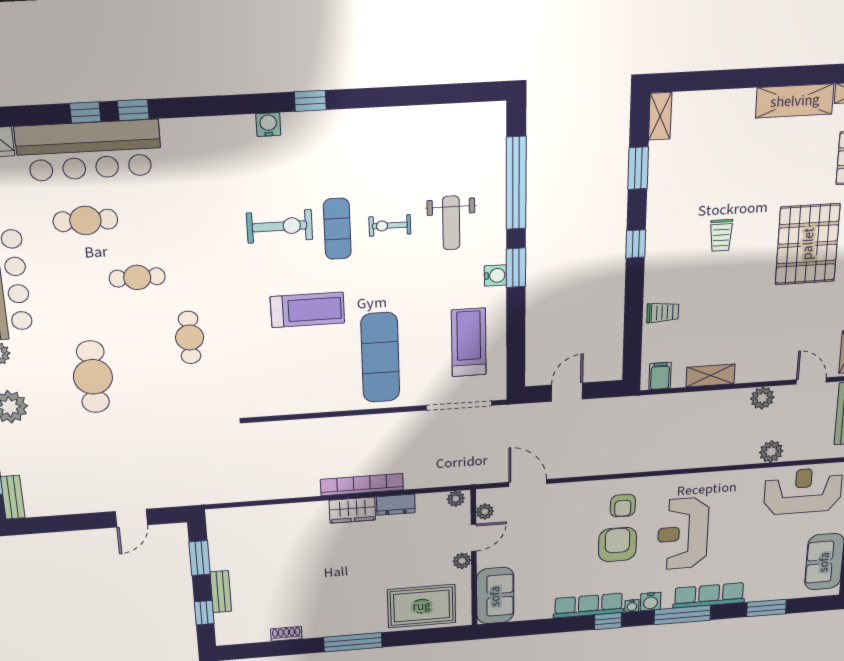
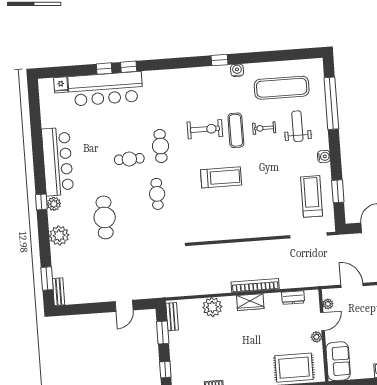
water cooler: (268, 125) -> (237, 70), moved
cafe table: (85, 220) -> (160, 146), moved, turned 90
weight bench: (451, 223) -> (297, 126), turned 180
window: (516, 268) -> (338, 191), moved
exercise mat: (380, 358) -> (282, 88), moved, turned 90
plant: (456, 499) -> (212, 307), moved, width x1.87, depth x1.87
dresser: (396, 505) -> (293, 298), moved
bench: (221, 592) -> (172, 317), moved

